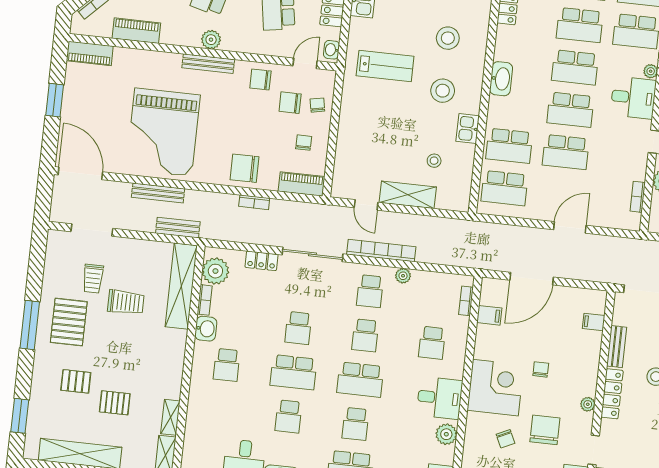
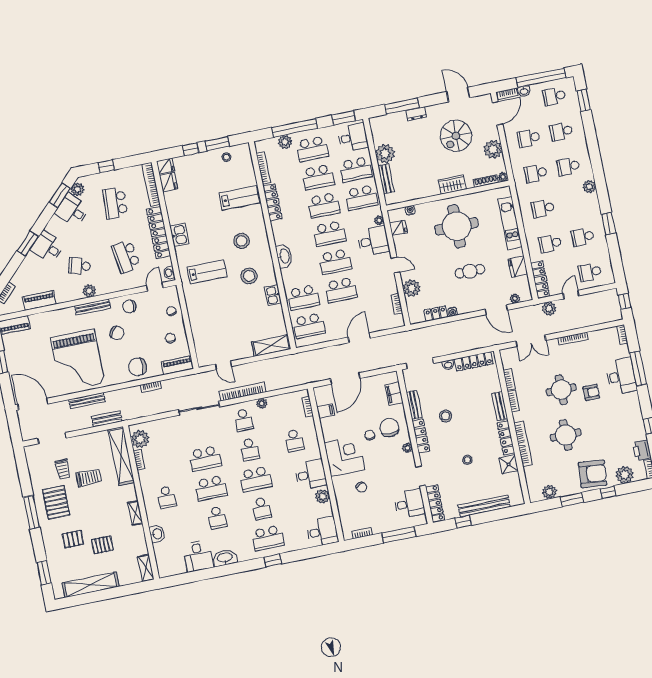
chair: (290, 103) -> (117, 333), moved, turned -144
stool: (434, 161) -> (258, 323), removed
shelving: (408, 195) -> (271, 345), moved
locker: (262, 261) -> (168, 423), removed
filing cabinet: (594, 322) -> (394, 394), width x2.00
school desk: (298, 328) -> (205, 459), width x1.85
washbasin: (206, 329) -> (157, 534), moved
shelving: (170, 417) -> (135, 513), moved
chair: (545, 430) -> (389, 428), moved

